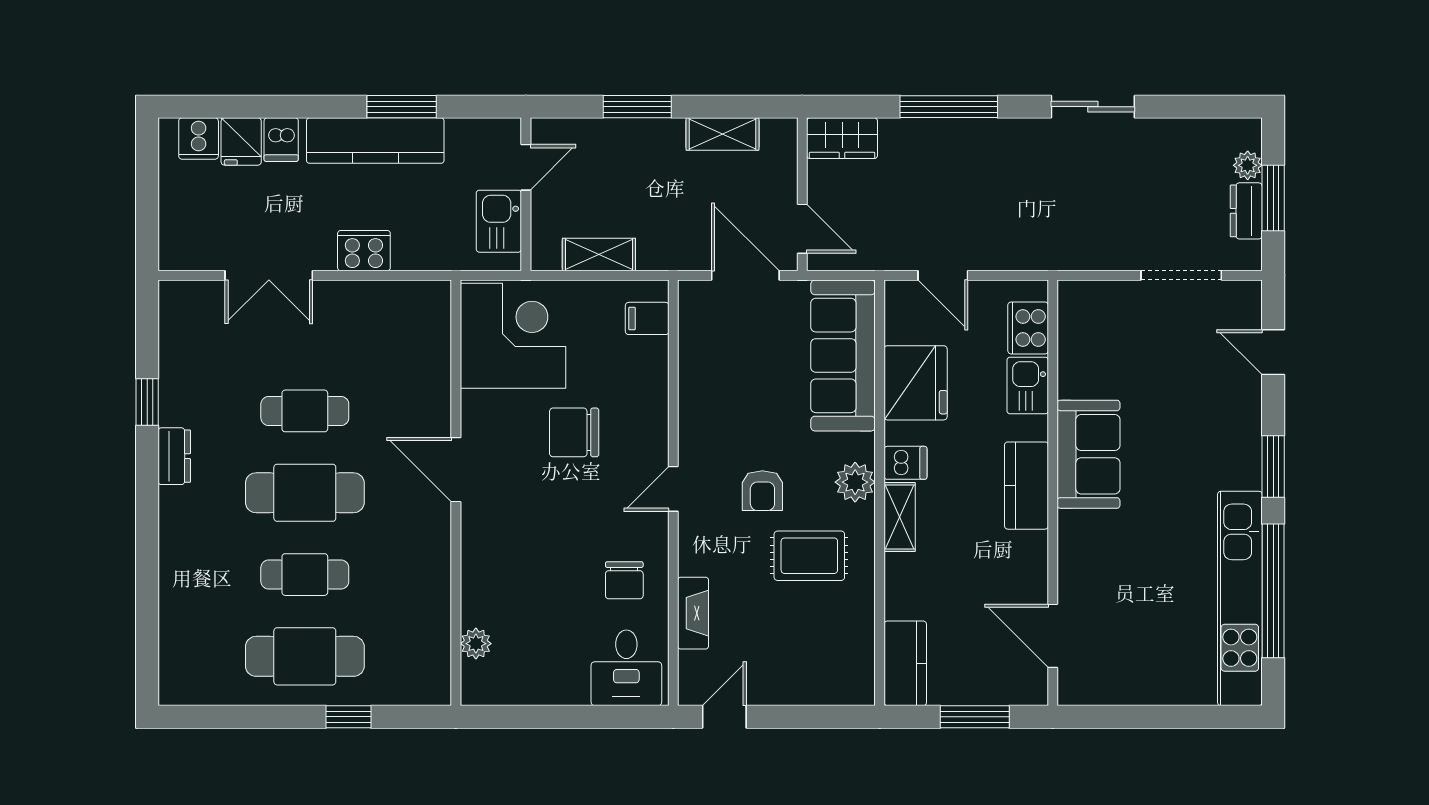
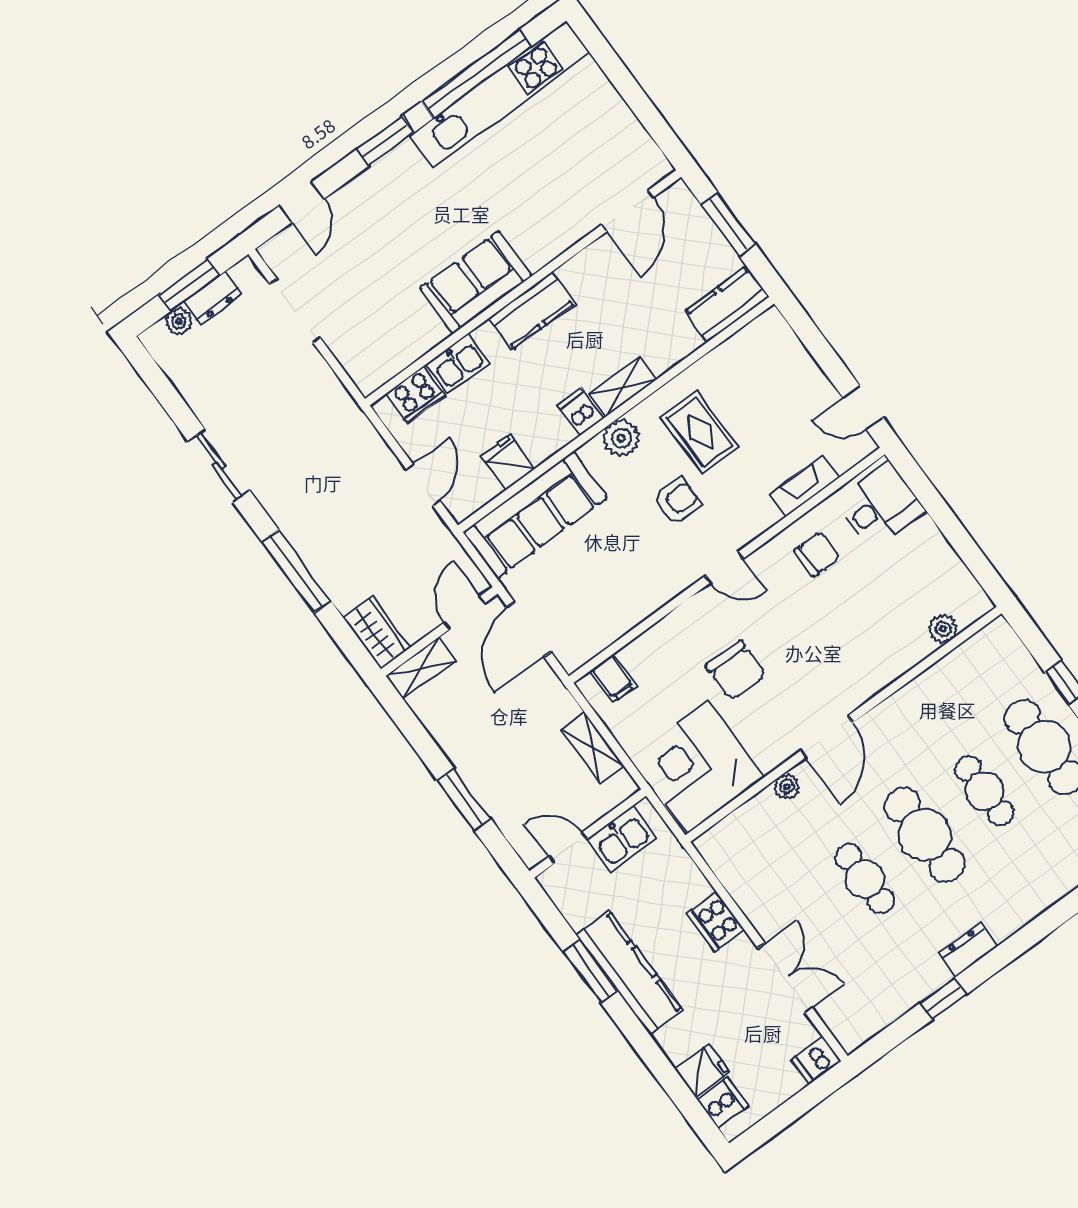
shelving: (723, 134) -> (421, 668), moved, turned 90
dishwasher: (281, 140) -> (816, 1061), moved, turned 180
fridge: (916, 383) -> (508, 462), width x0.53, depth x0.75
plant: (437, 402) -> (787, 787), added

